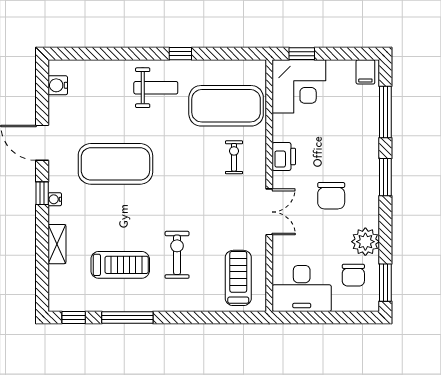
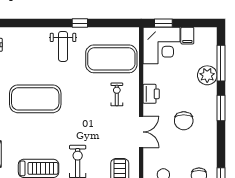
filing cabinet: (365, 72) -> (187, 36), moved
weight bench: (156, 88) -> (63, 46), turned 90
plant: (365, 242) -> (207, 75), moved

